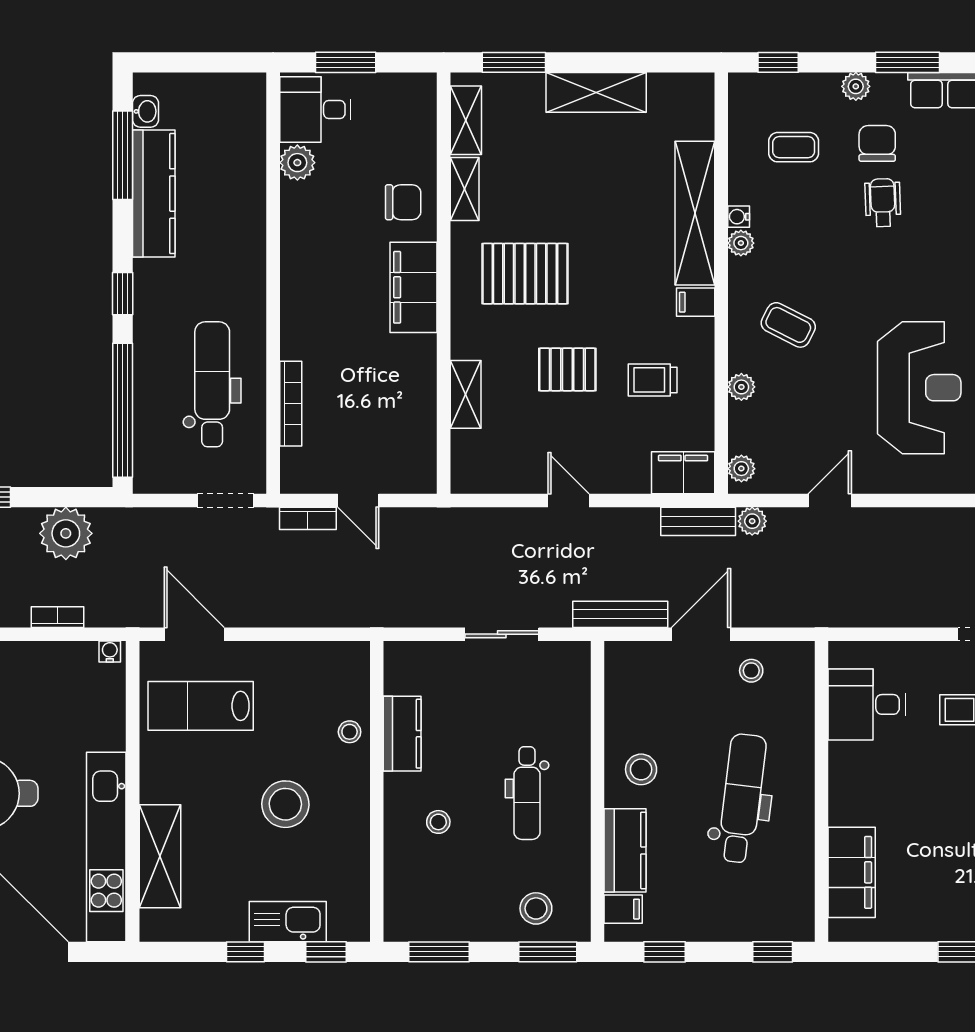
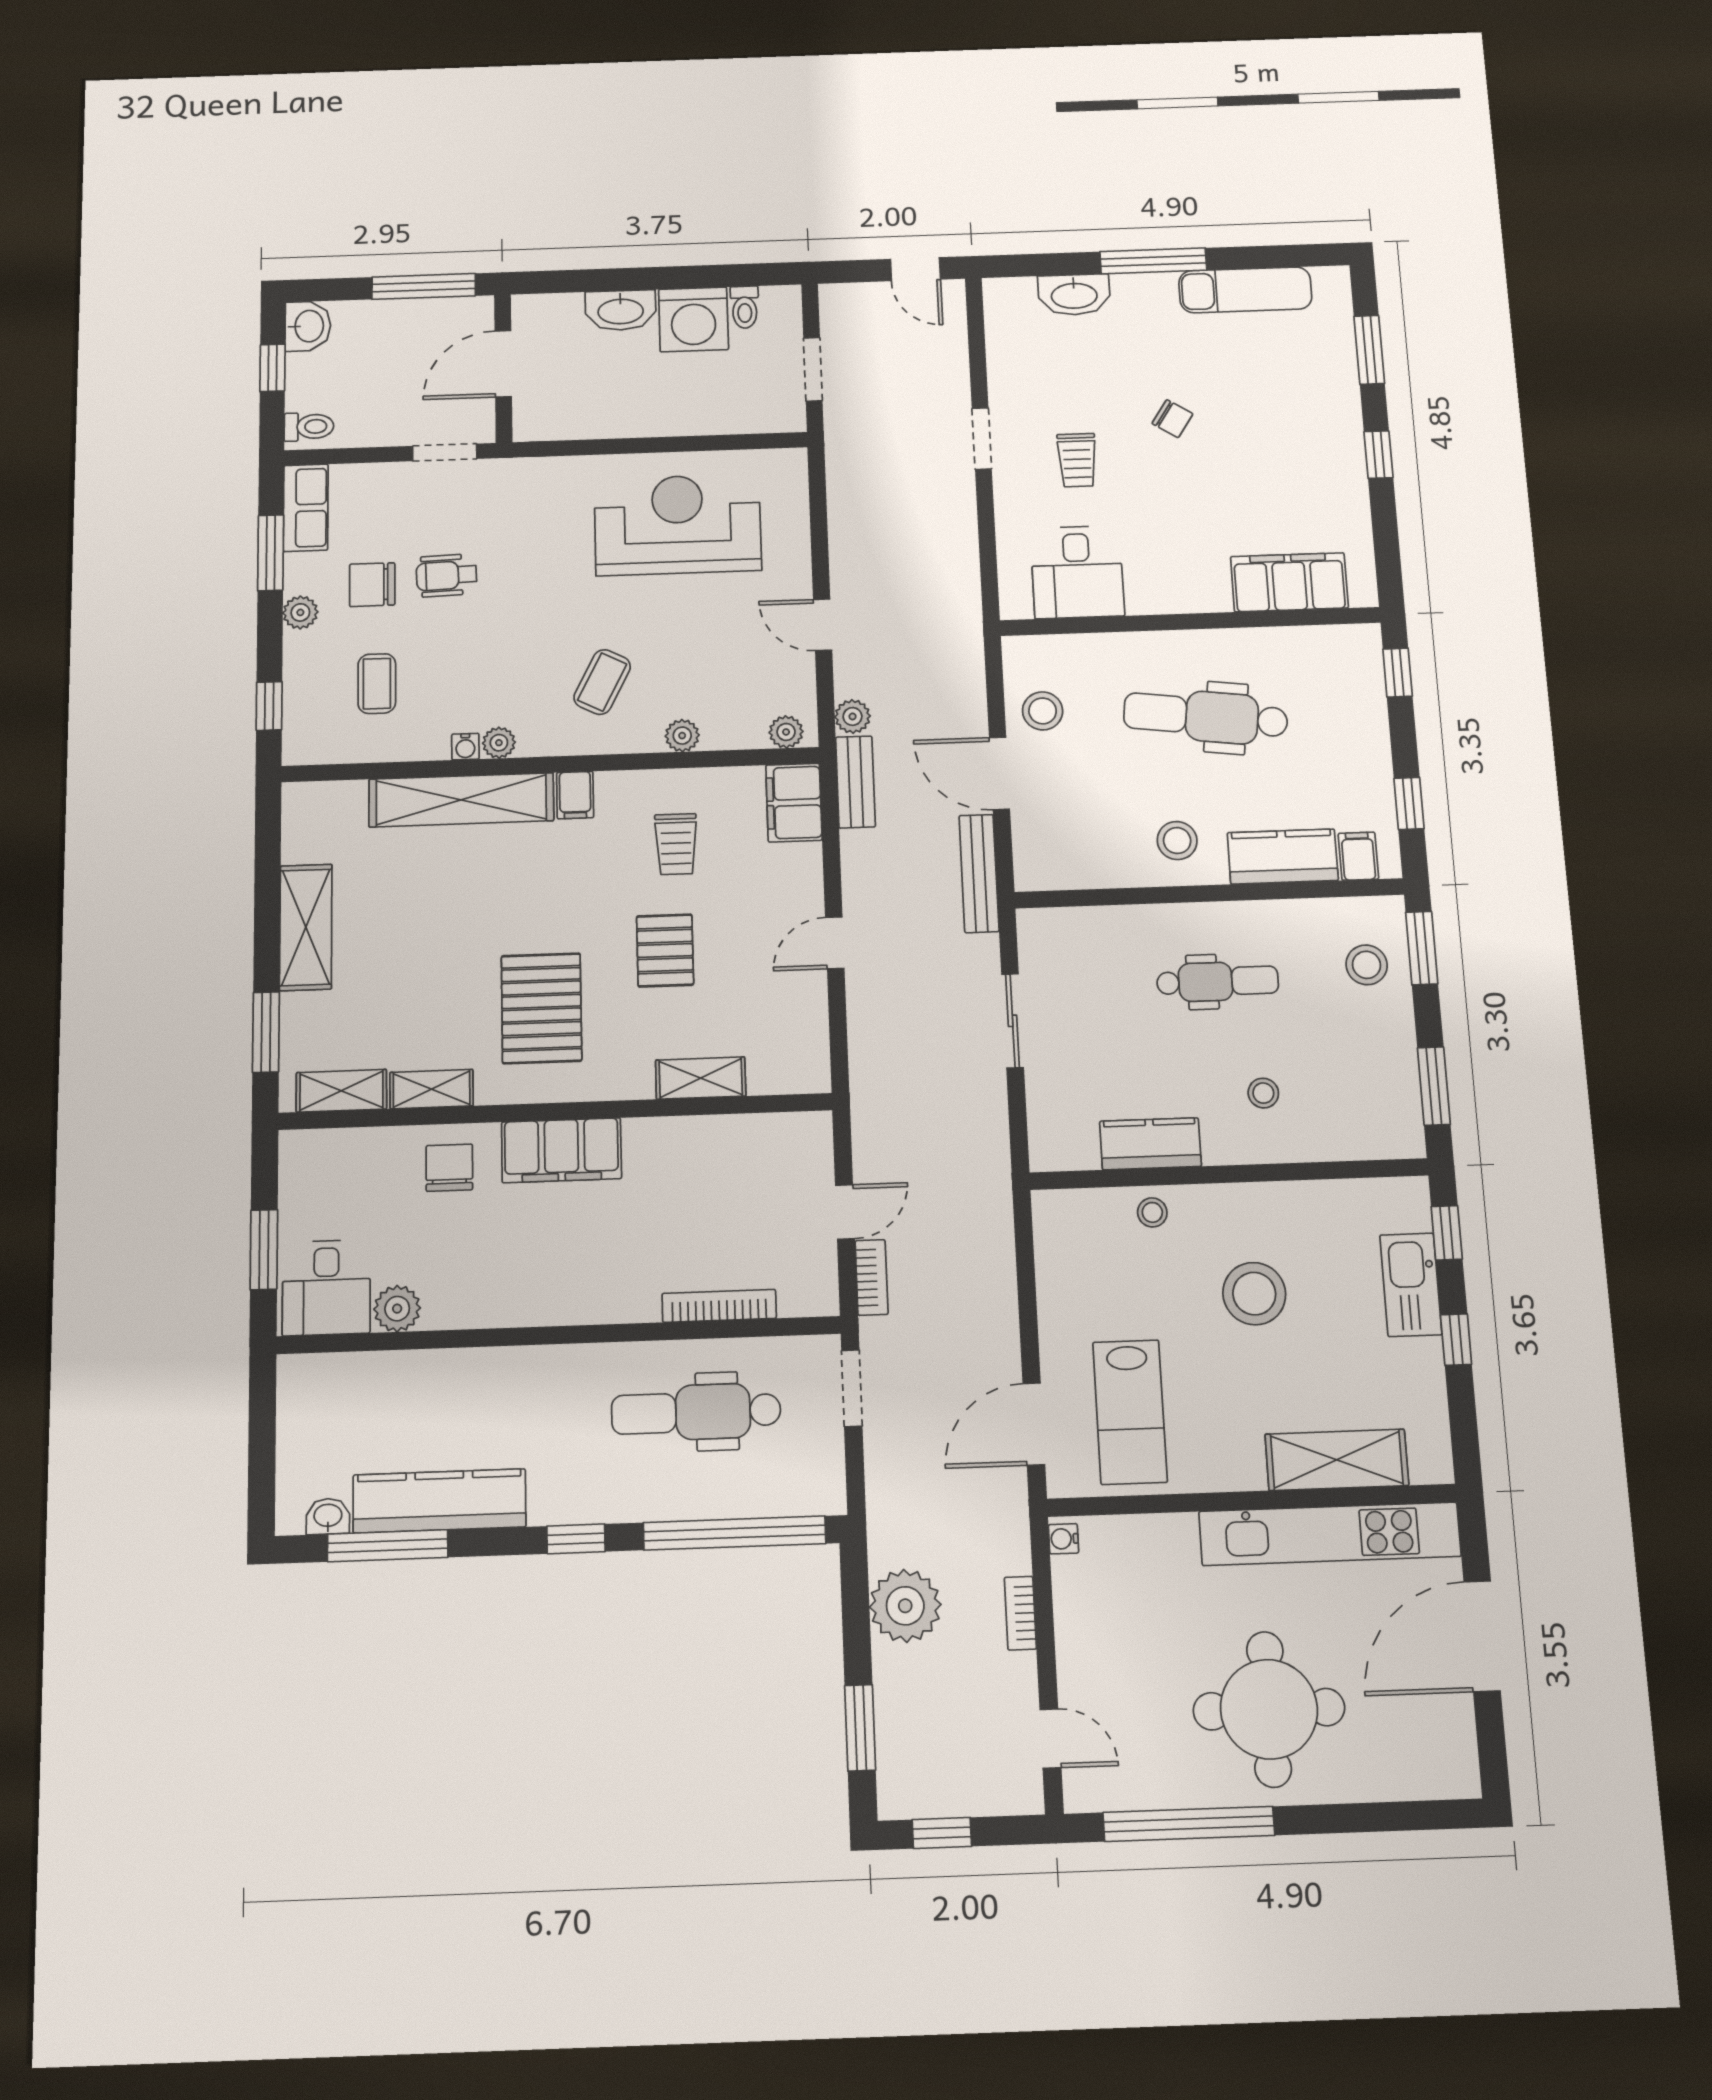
stool: (751, 671) -> (1043, 711), width x1.37, depth x1.37

